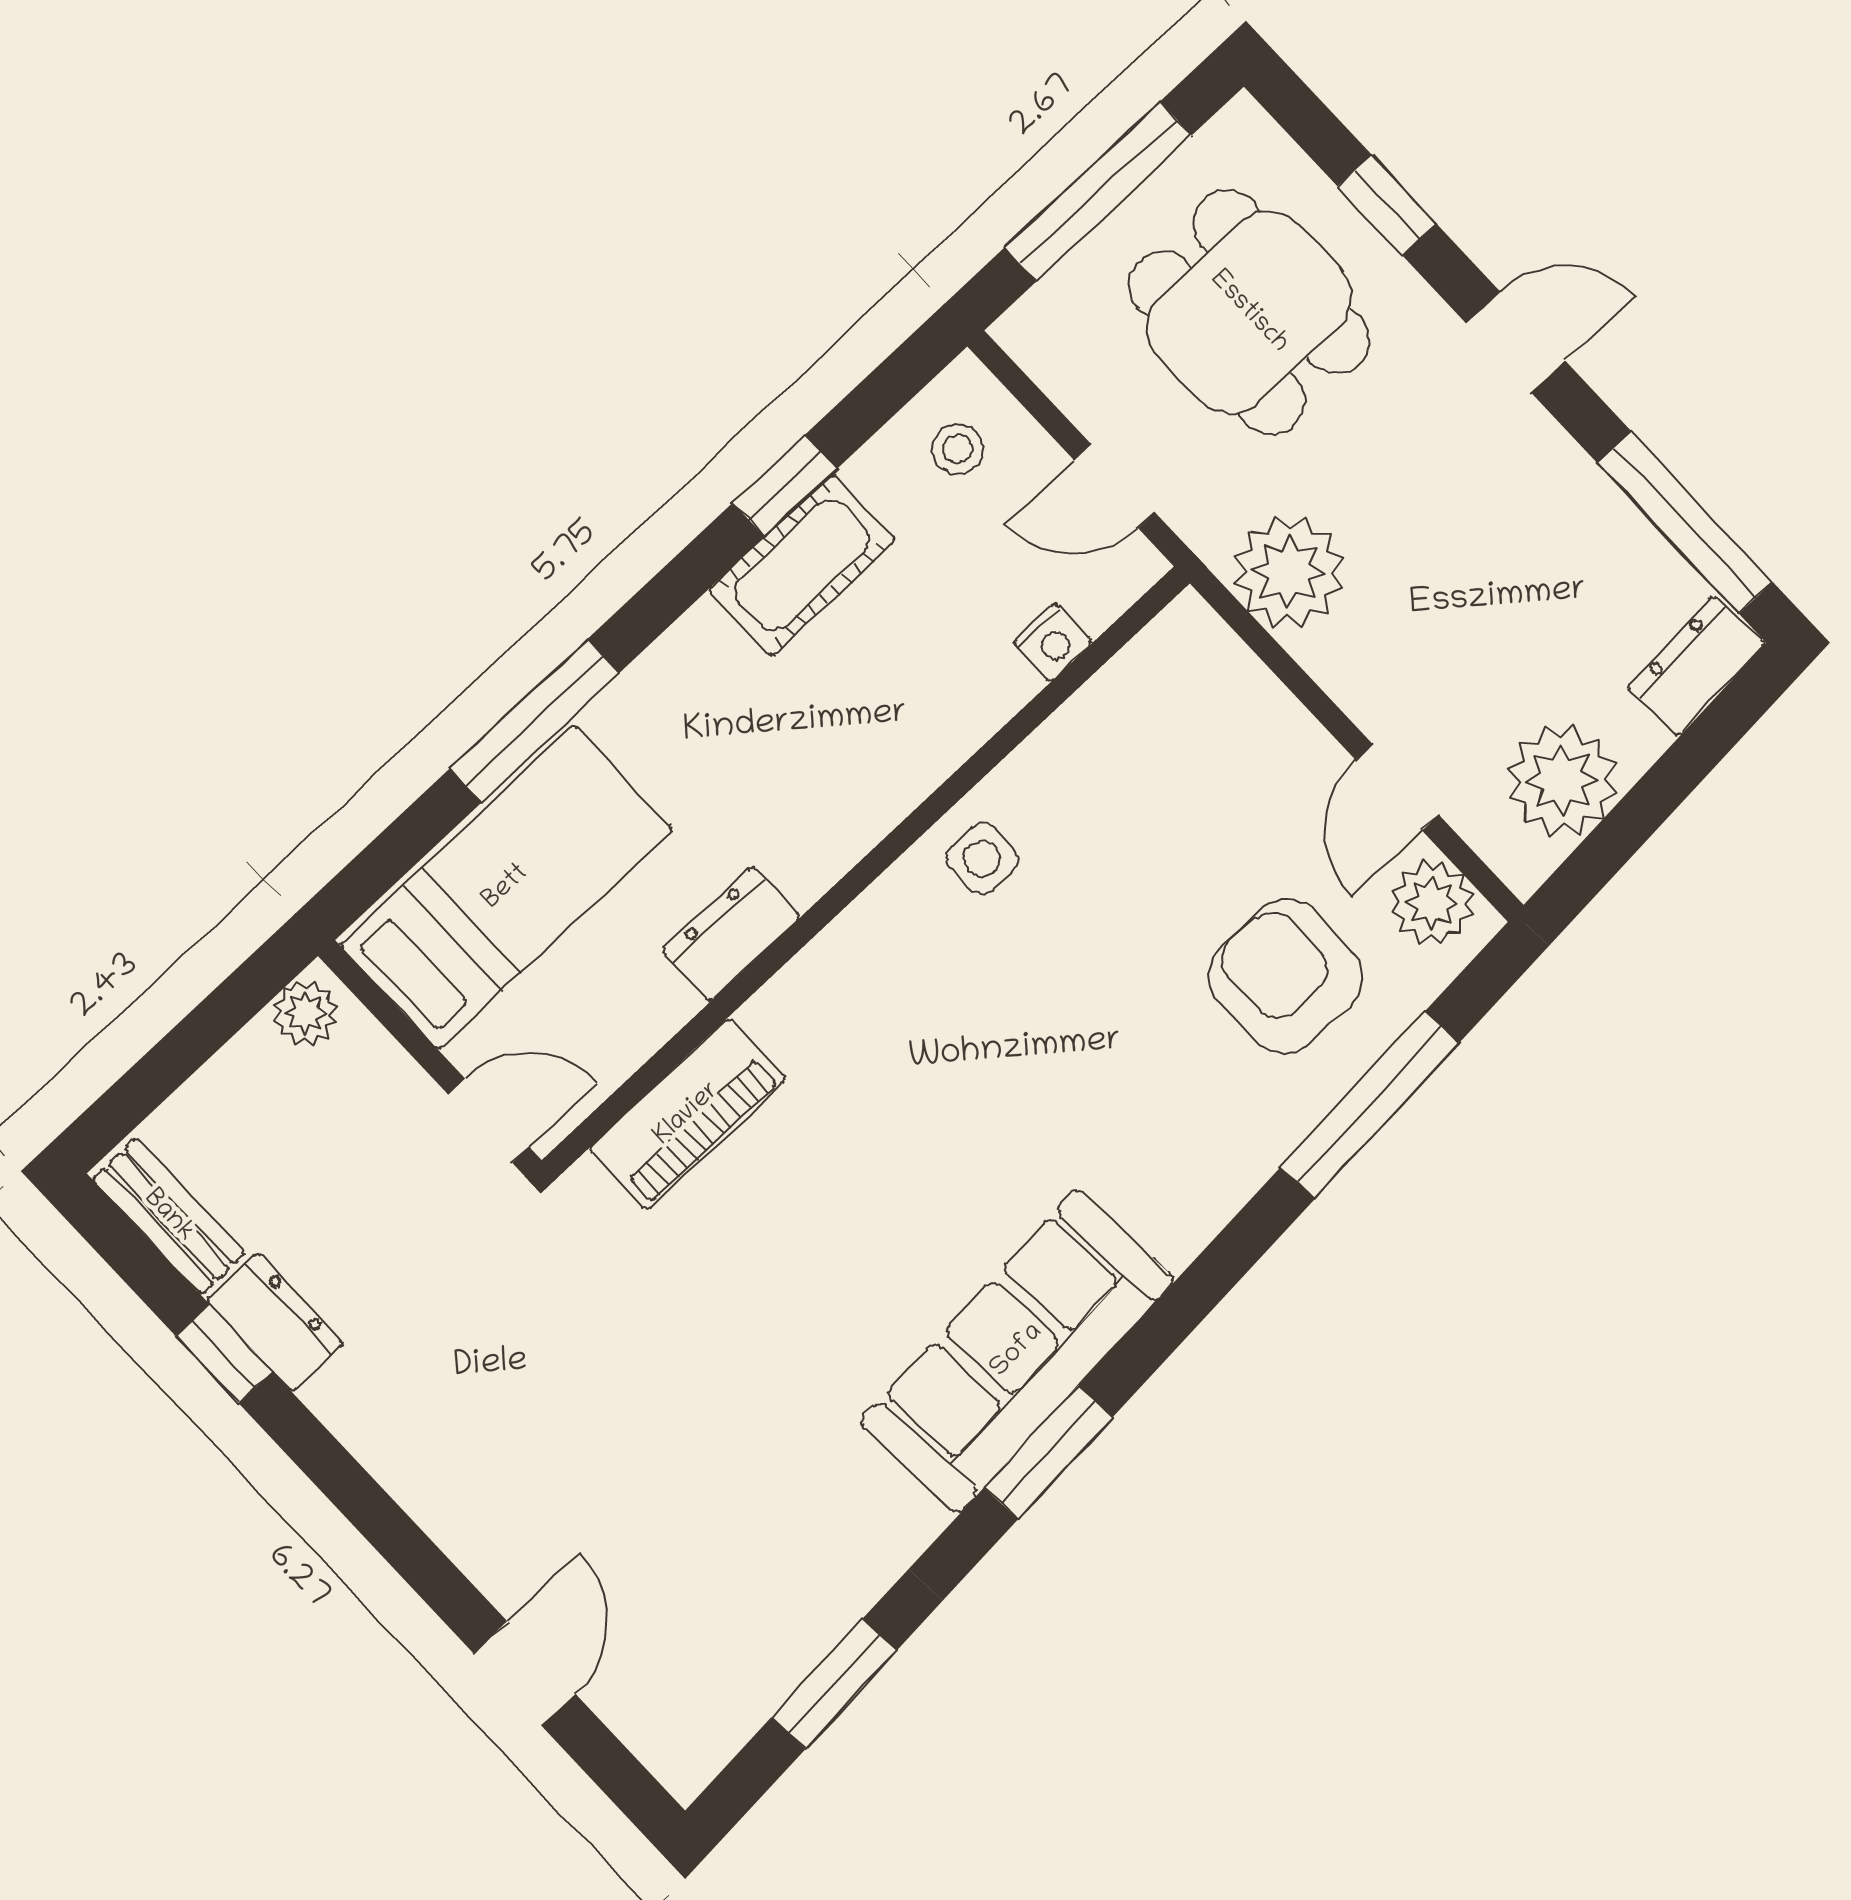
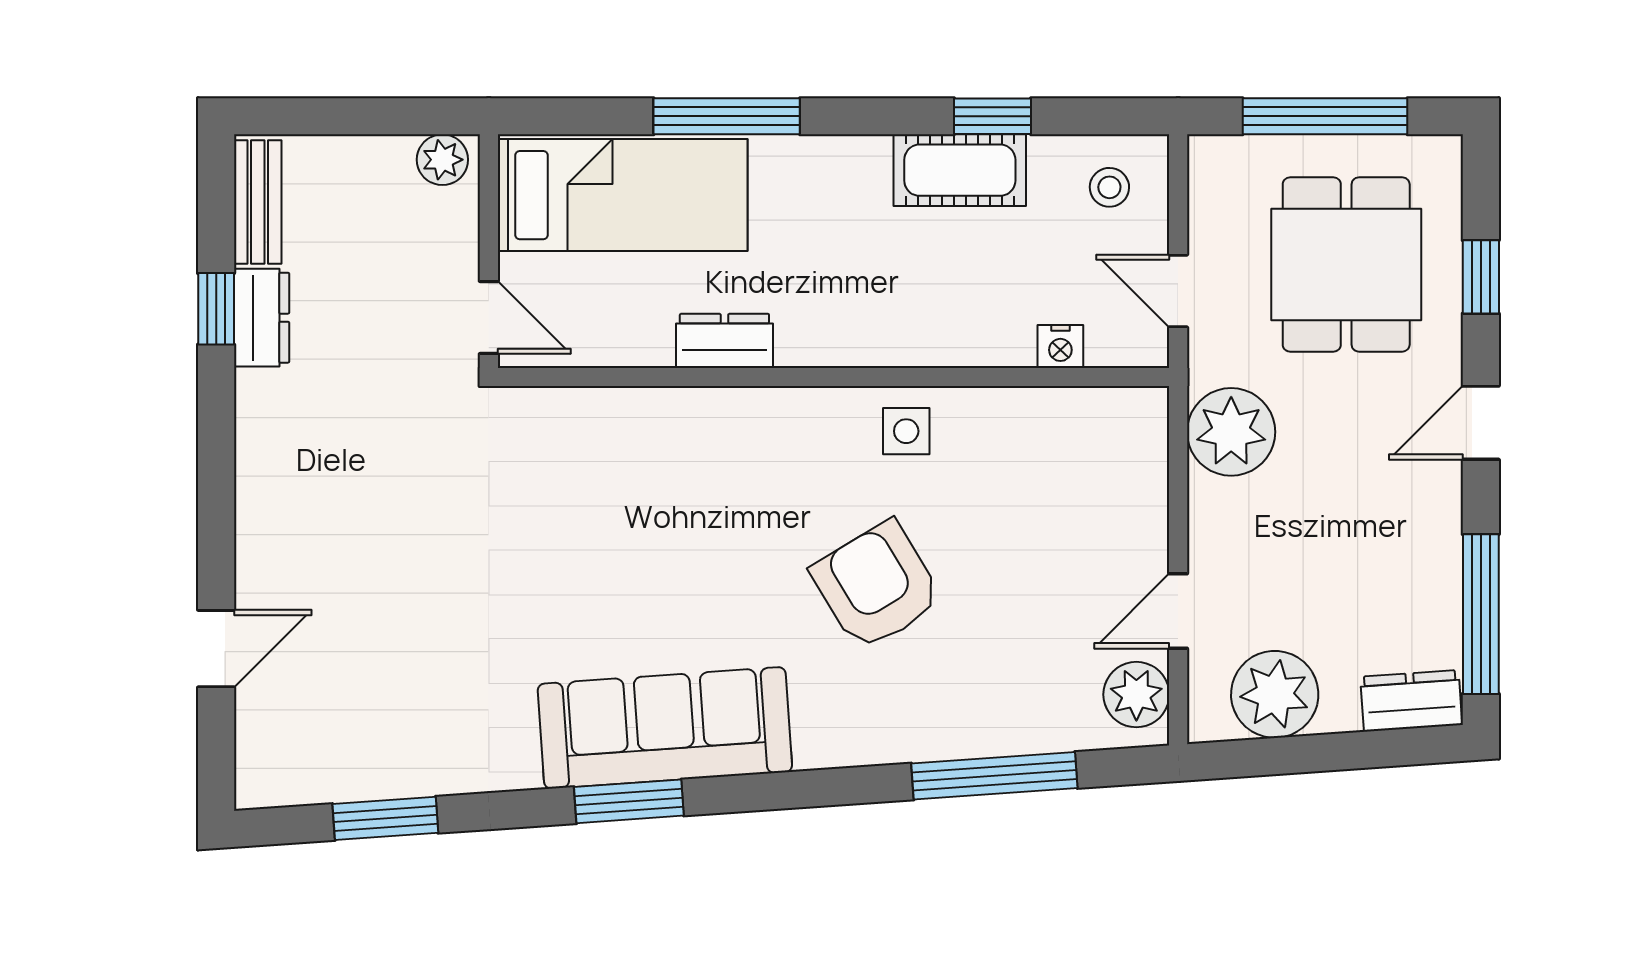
door: (1516, 342) -> (1481, 423), swing flipped
armchair: (1286, 976) -> (877, 586), moved, turned -31
piano: (687, 1114) -> (604, 419), removed

